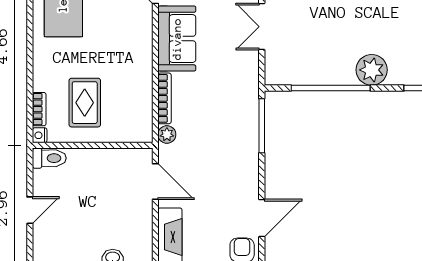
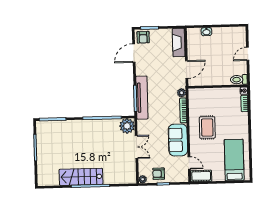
plant: (372, 70) -> (127, 126), moved
rug: (85, 103) -> (207, 127), moved
tv unit: (248, 127) -> (142, 98), added
door: (155, 181) -> (187, 70), swing flipped

